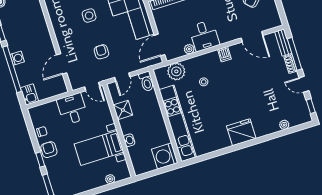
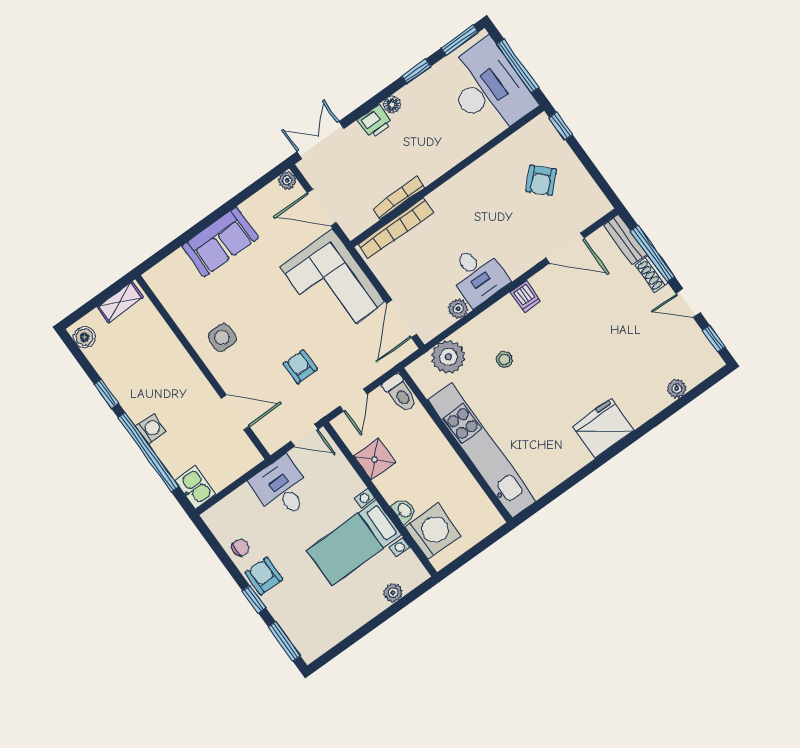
side table: (89, 16) -> (222, 338), moved
door: (62, 64) -> (235, 412), swing flipped
washing machine: (165, 156) -> (432, 531), moved, turned 180

